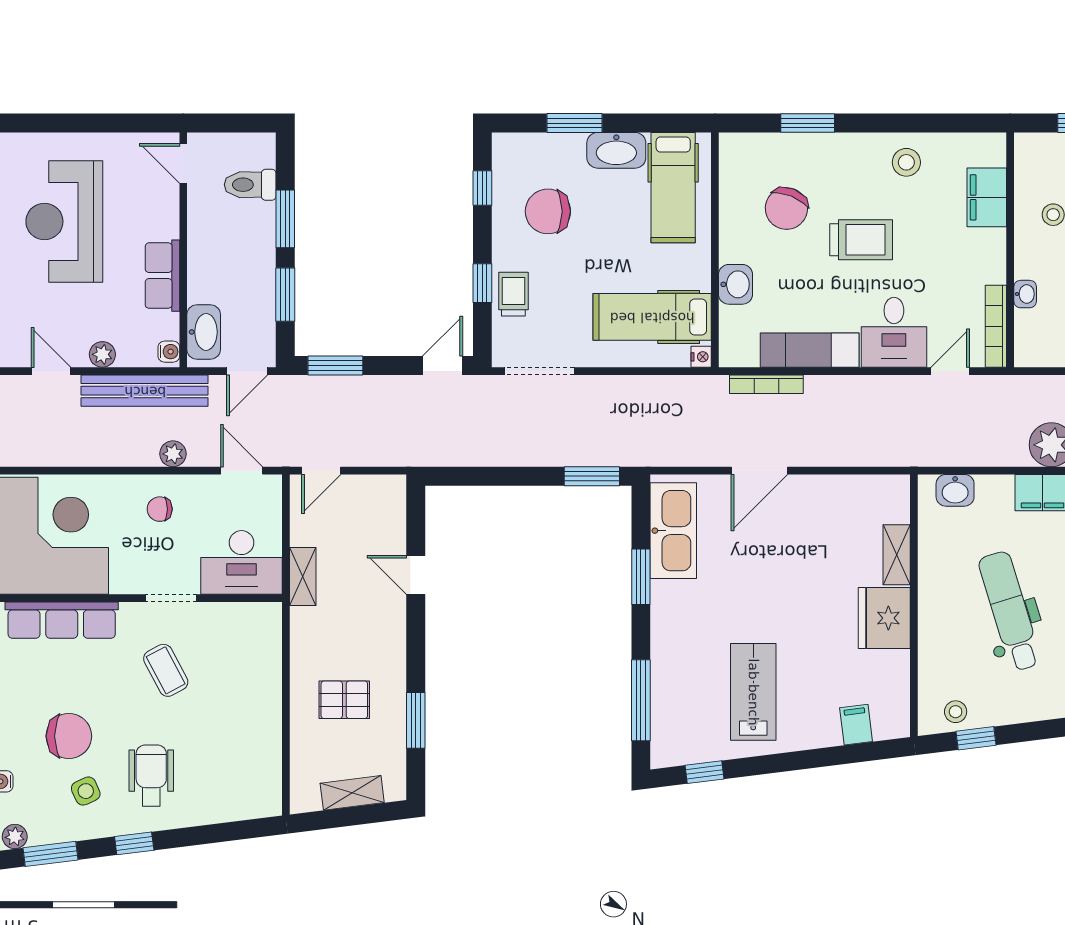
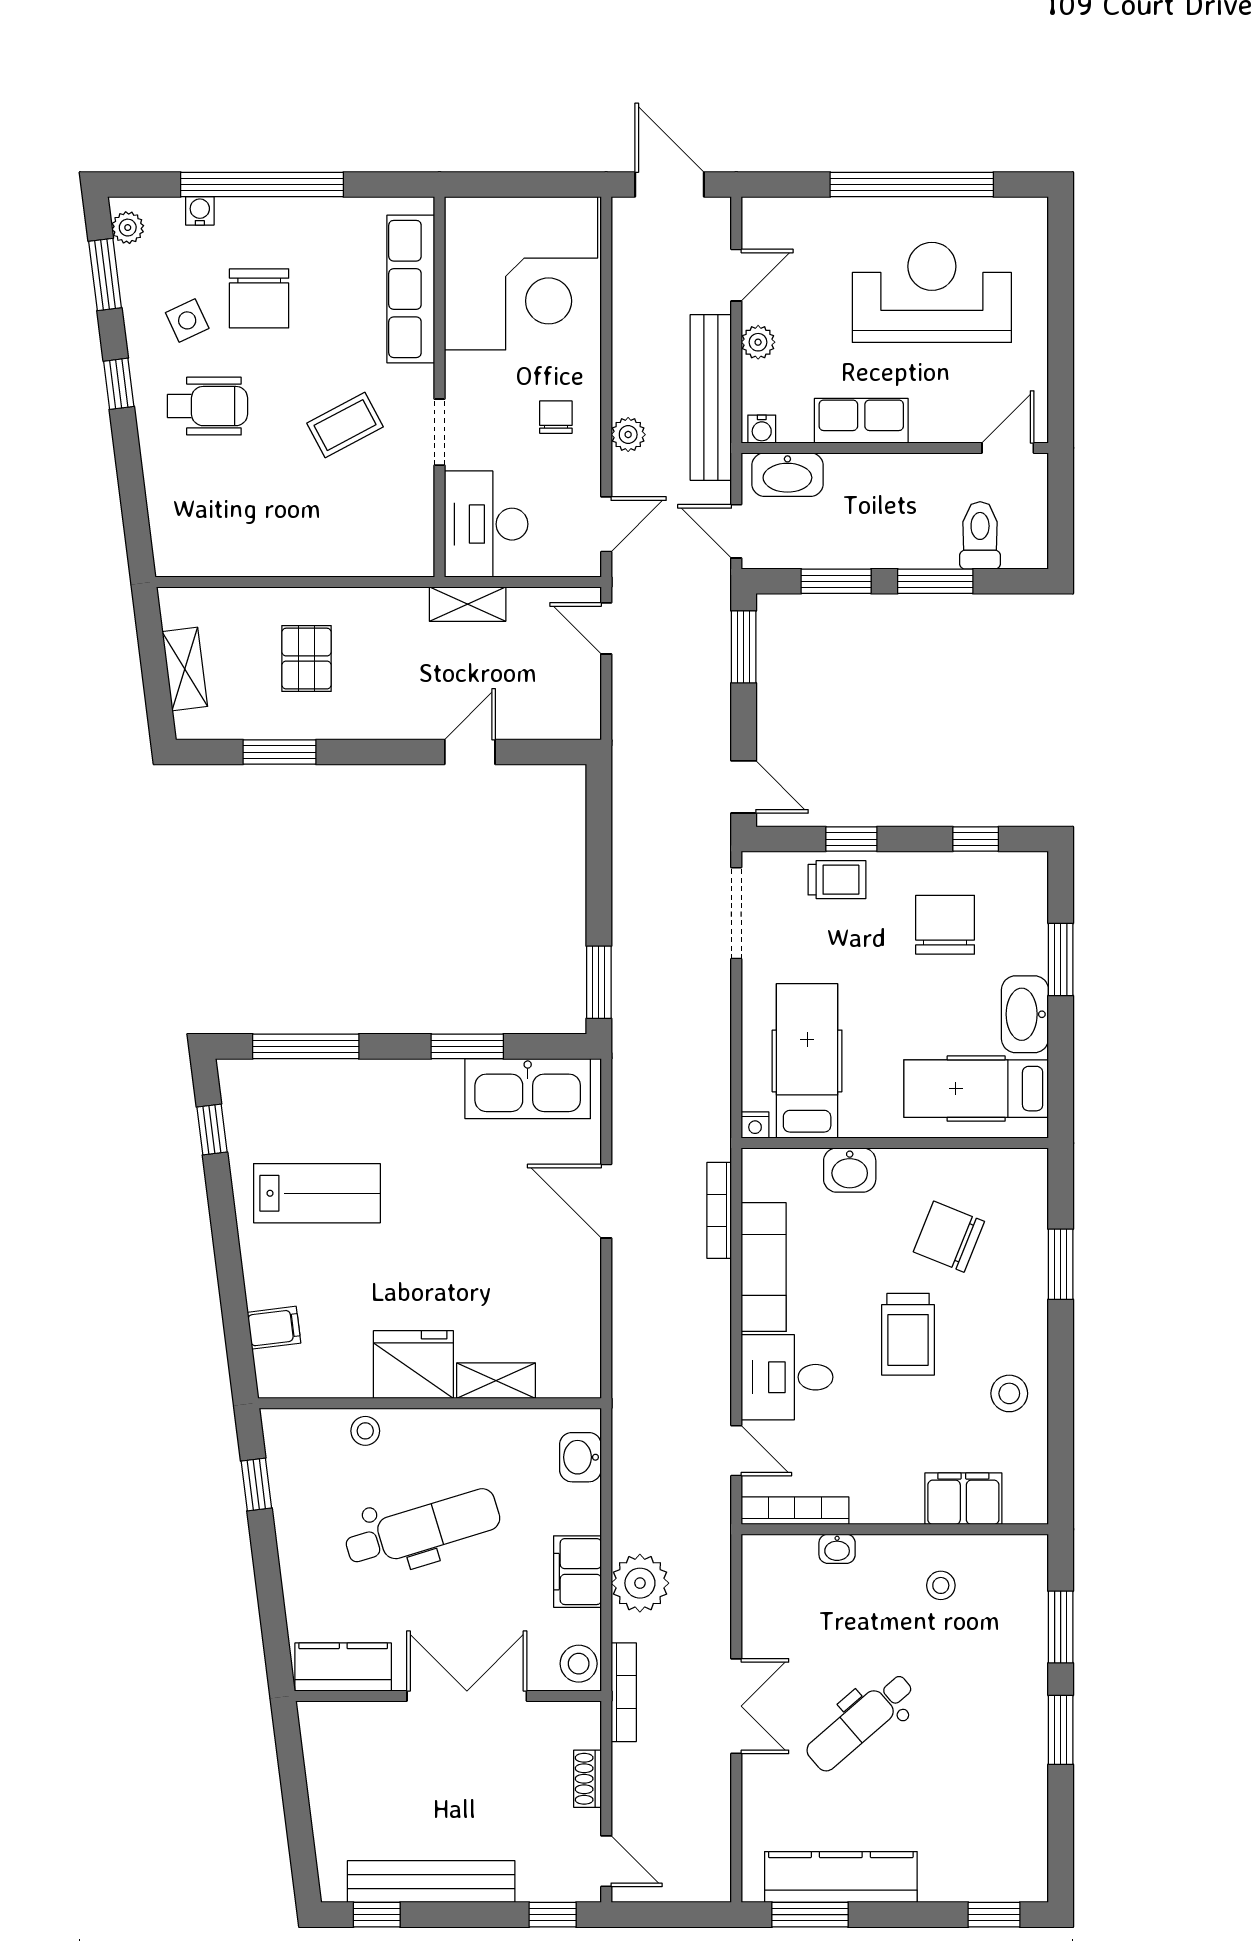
stool: (956, 712) -> (365, 1431), moved

